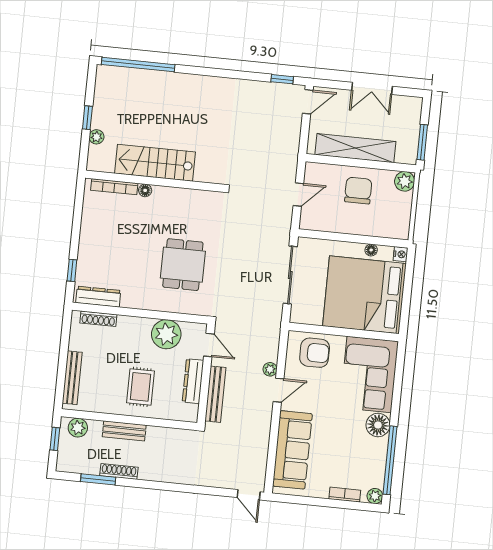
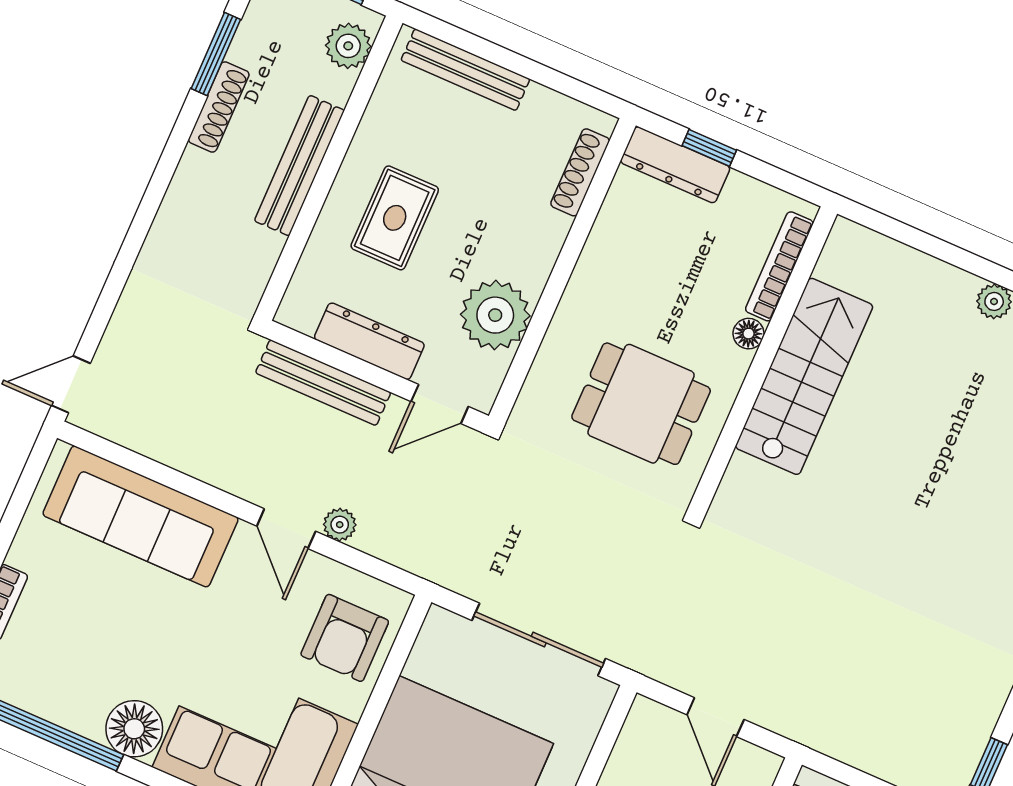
stairs: (155, 163) -> (804, 376), moved
wall: (153, 181) -> (764, 359), moved
bookcase: (114, 187) -> (779, 266), moved
floor lamp: (145, 190) -> (749, 334), moved
dresser: (98, 297) -> (675, 165), moved, turned 90
rug: (140, 387) -> (395, 218), turned 90
bench: (124, 431) -> (299, 166), width x1.36

